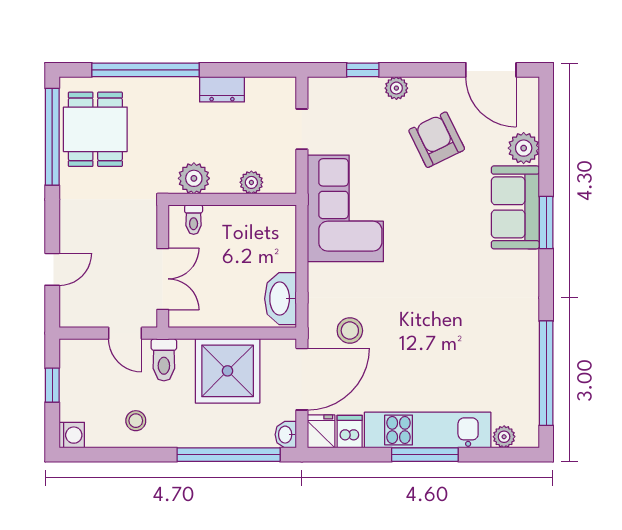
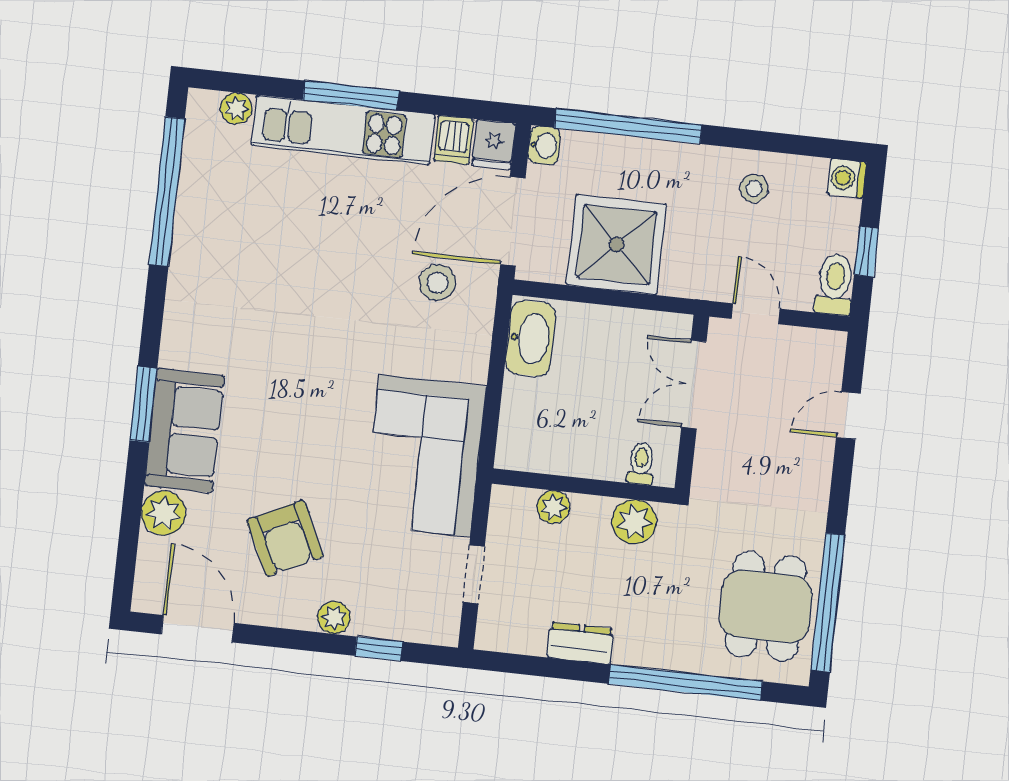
toilet: (164, 360) -> (835, 284), moved

